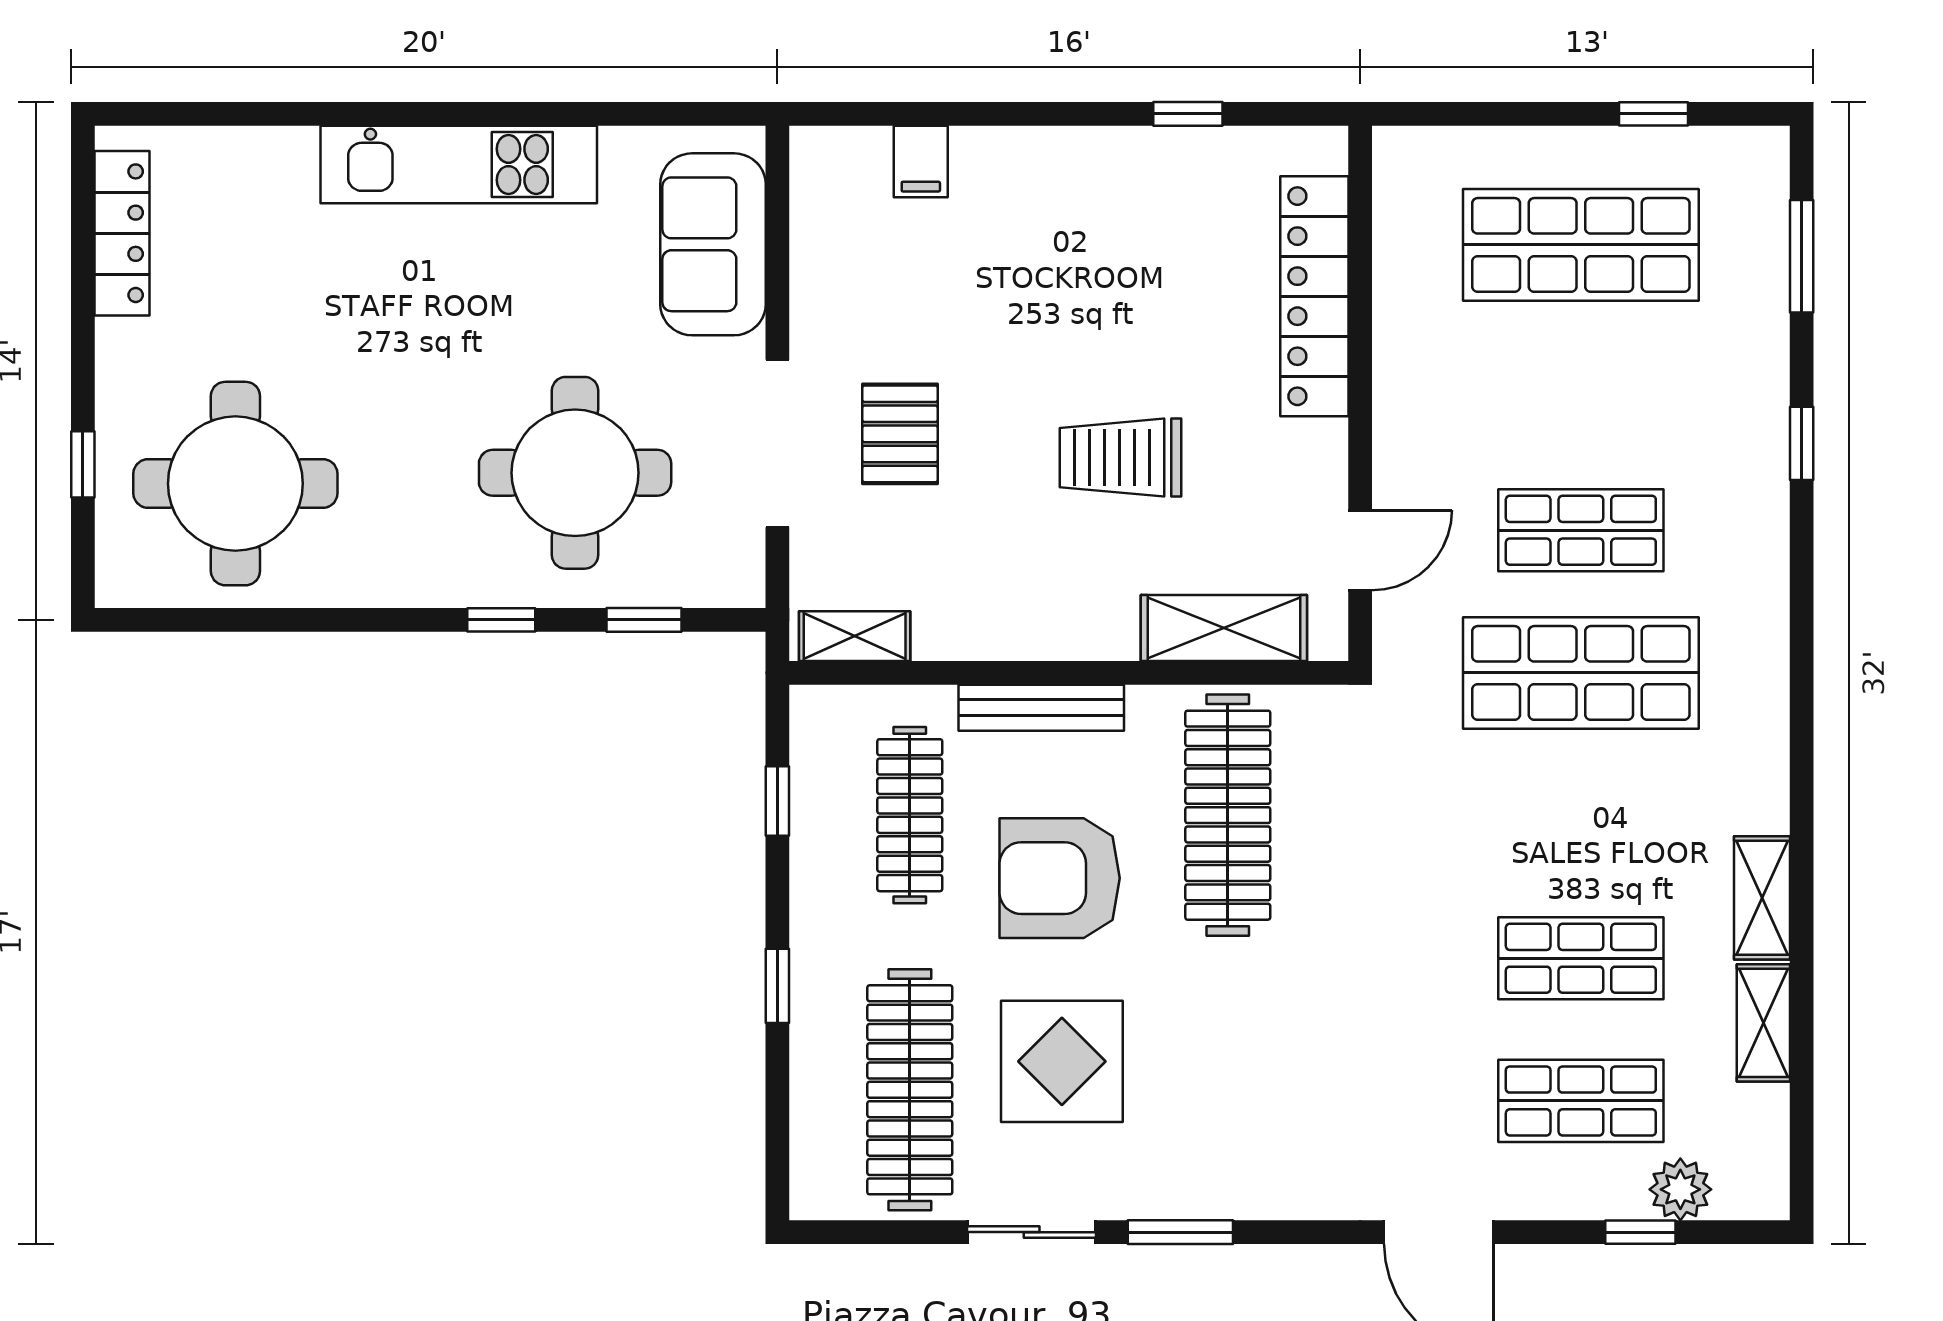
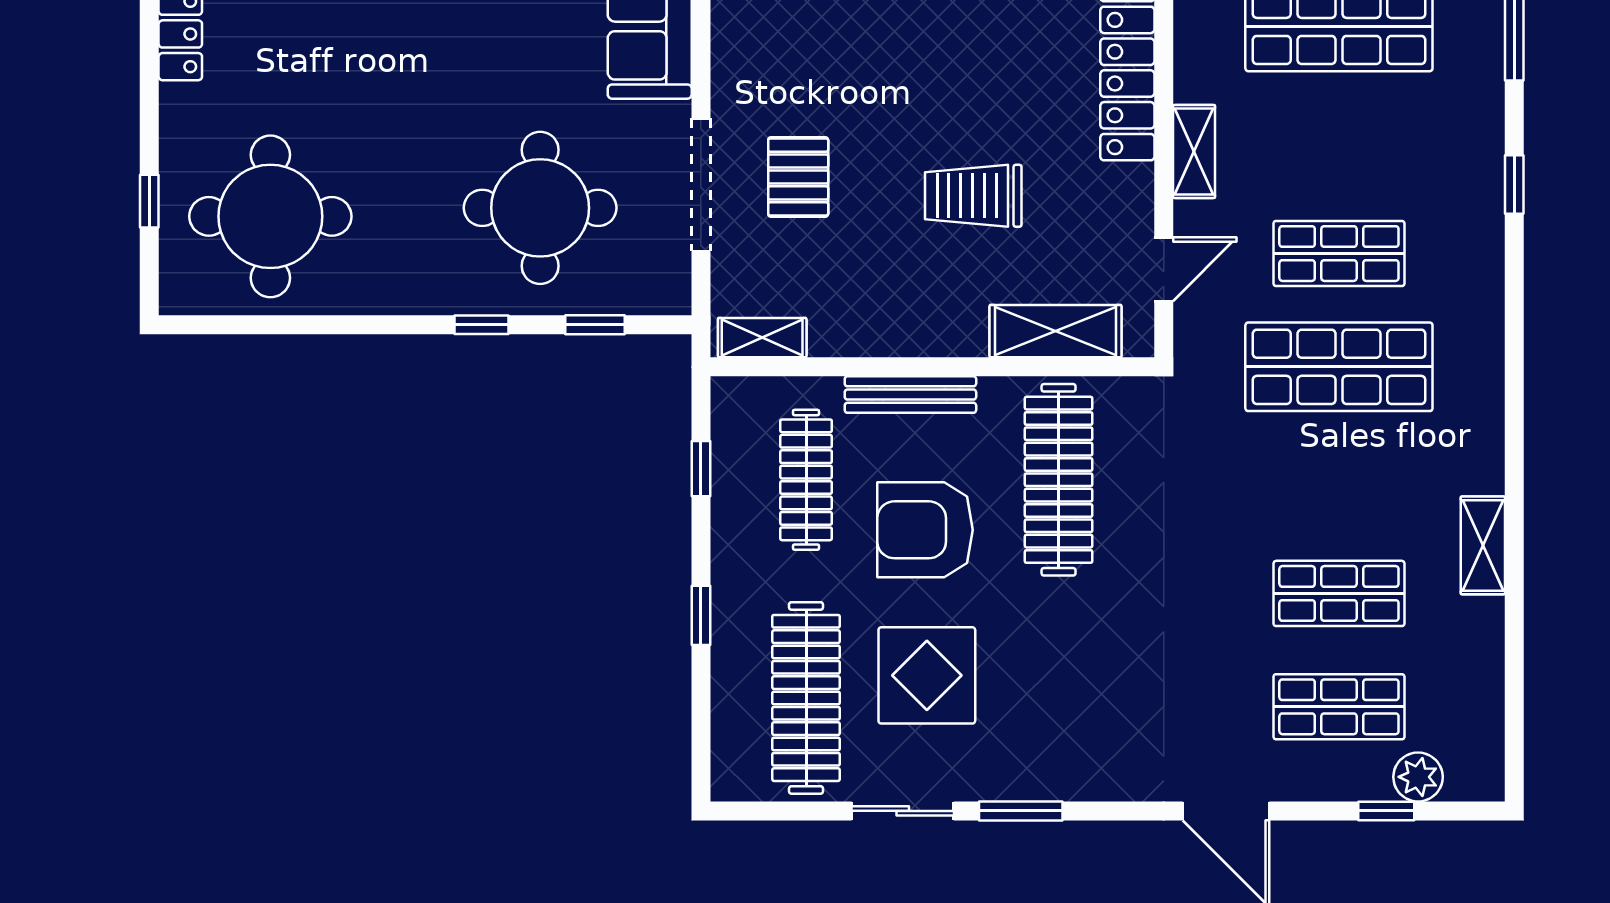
shelving: (1763, 1023) -> (1194, 151), moved

